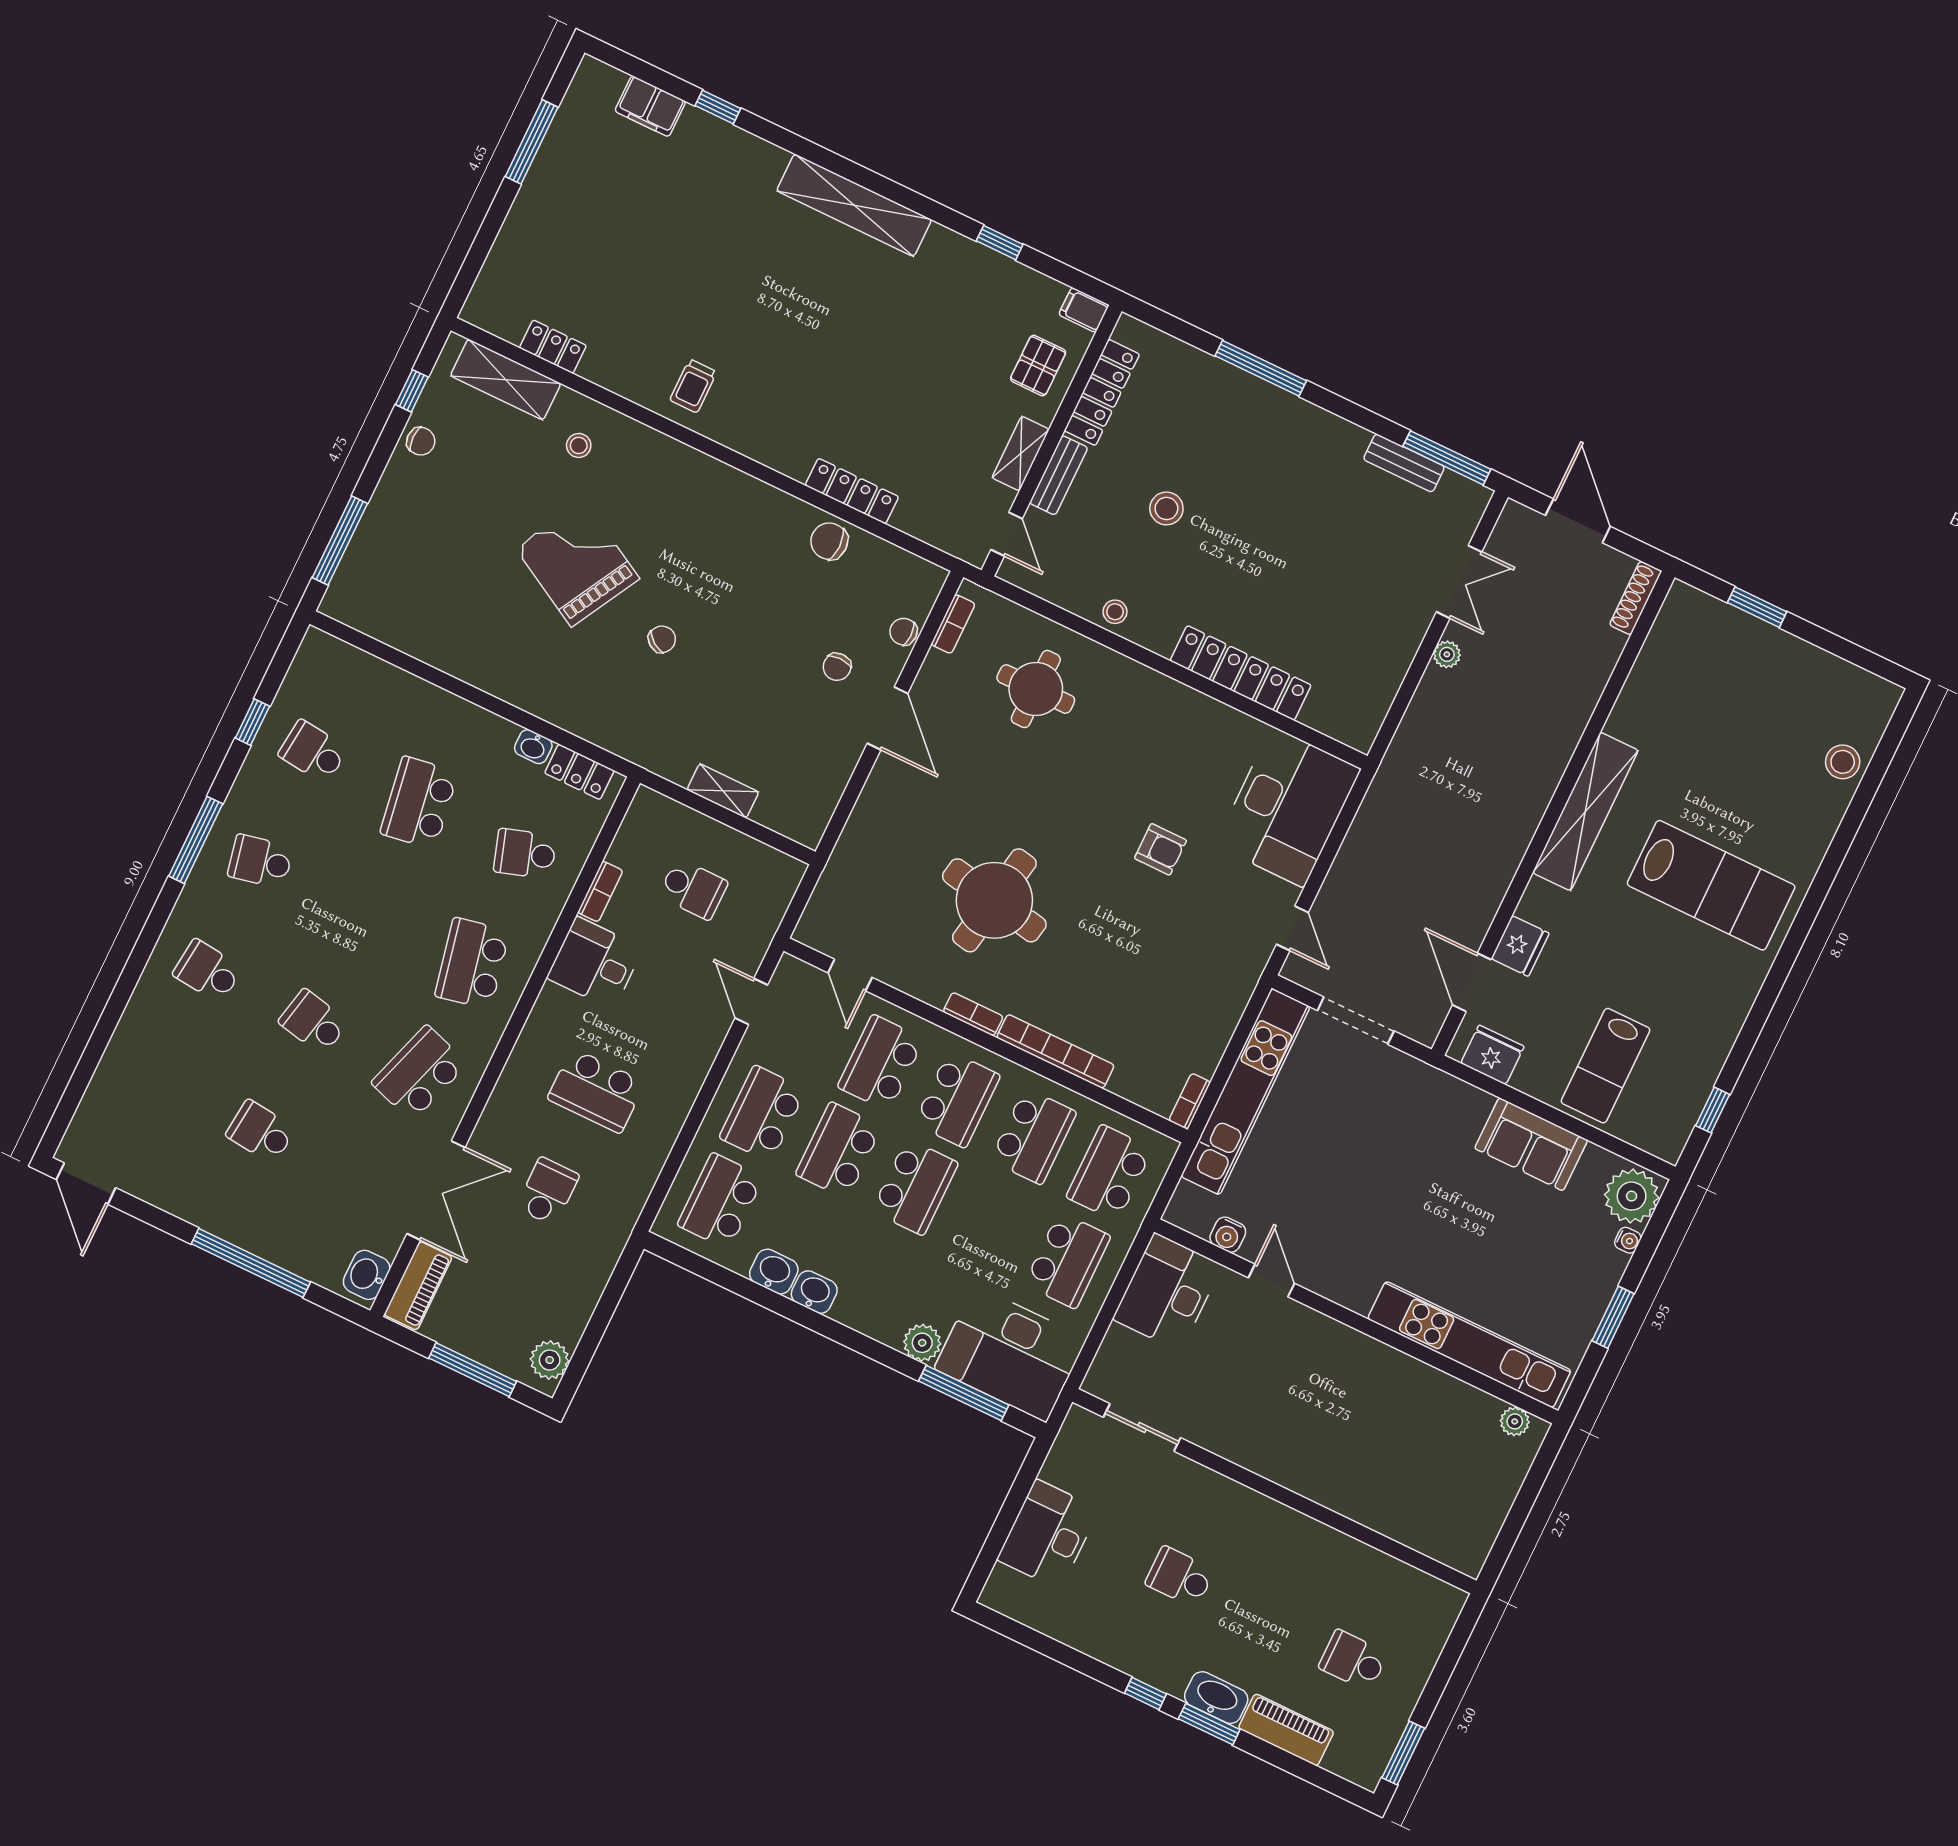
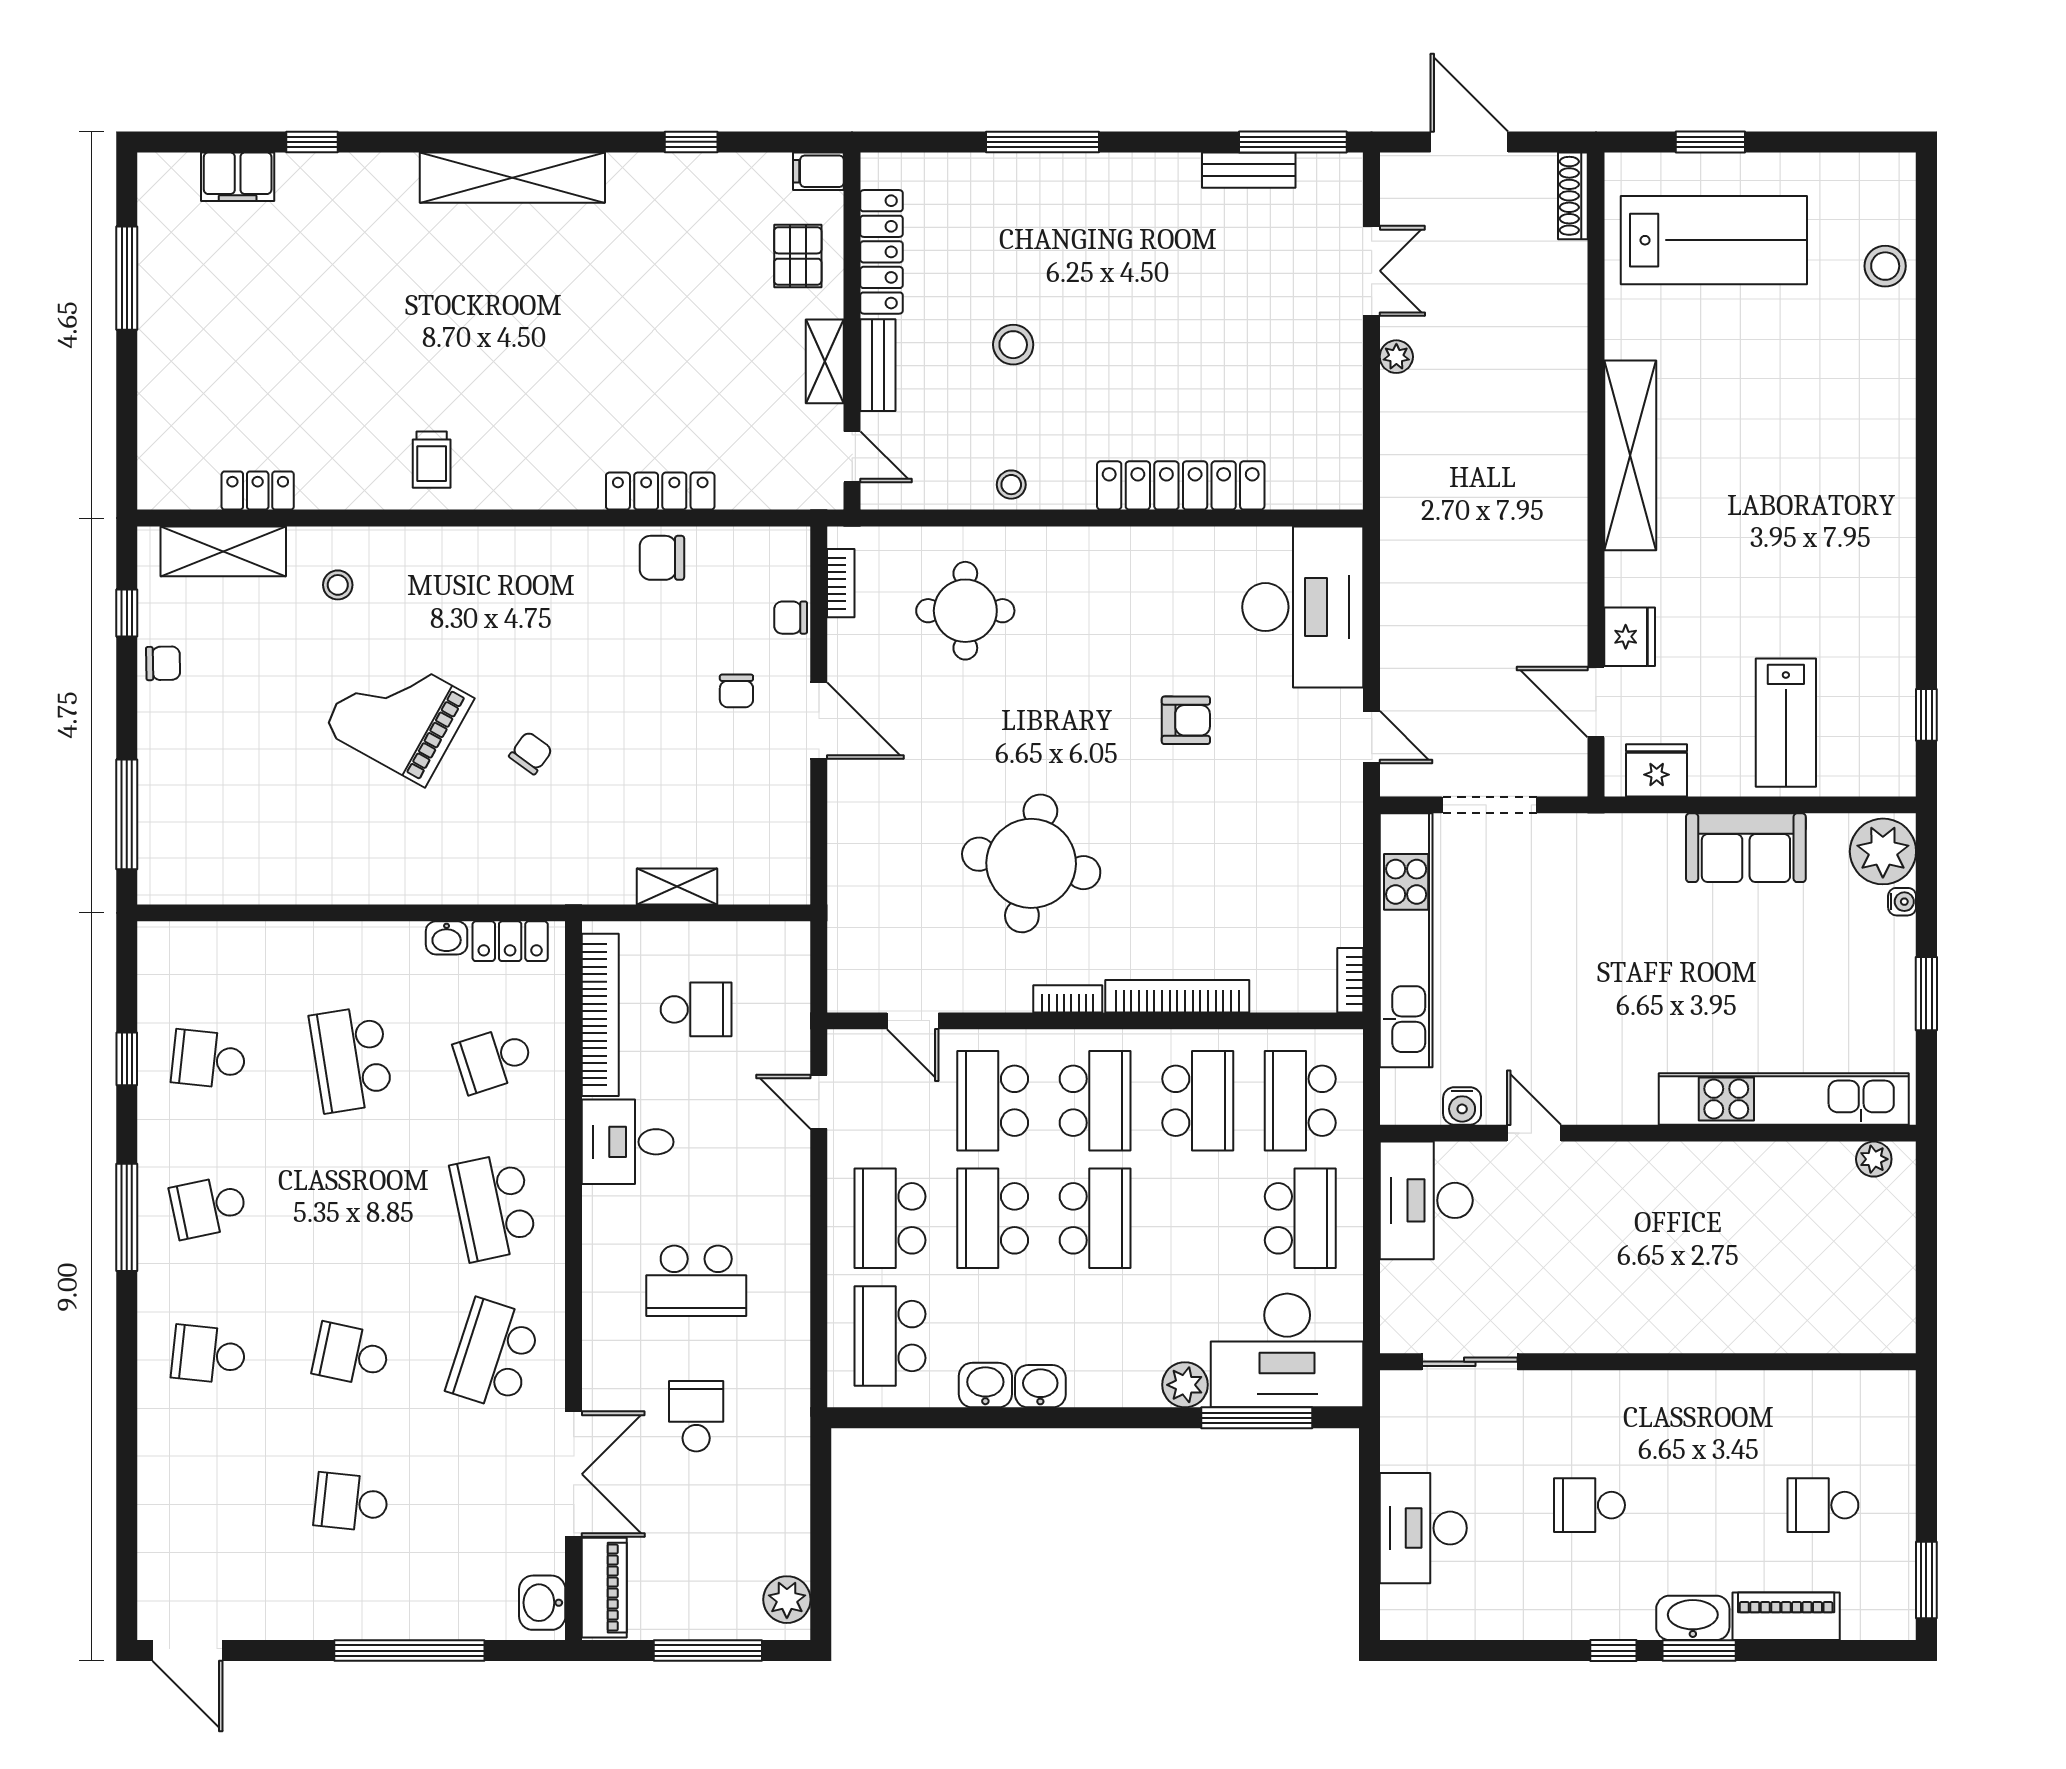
lab bench: (1711, 885) -> (1714, 240), moved
bookcase: (600, 891) -> (600, 1015), width x2.31, depth x1.31

